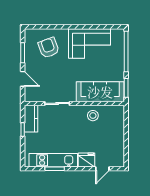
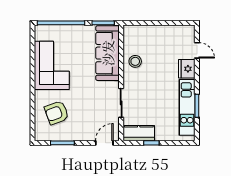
door: (23, 79) -> (104, 143), moved

